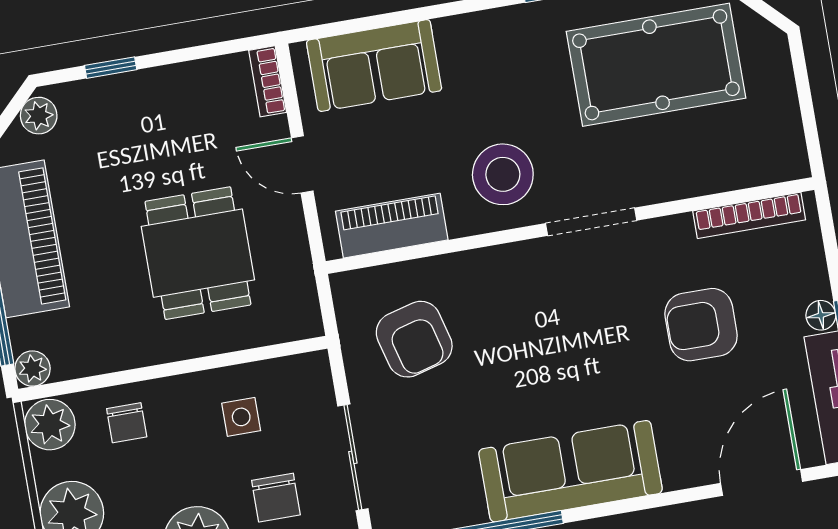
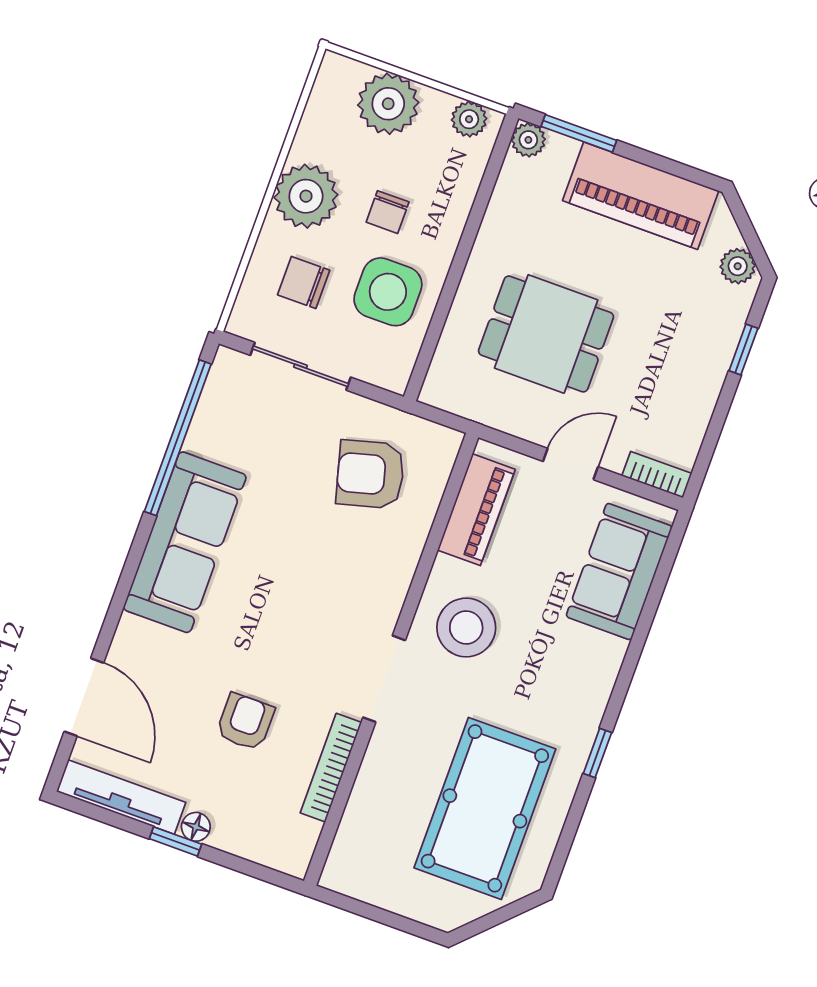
bookcase: (749, 215) -> (331, 768), moved
armchair: (701, 325) -> (245, 722), width x0.72, depth x0.72
side table: (241, 417) -> (388, 292), width x1.87, depth x1.87
chair: (127, 423) -> (388, 212), moved, turned -90
plant: (50, 425) -> (469, 119), width x0.73, depth x0.73

